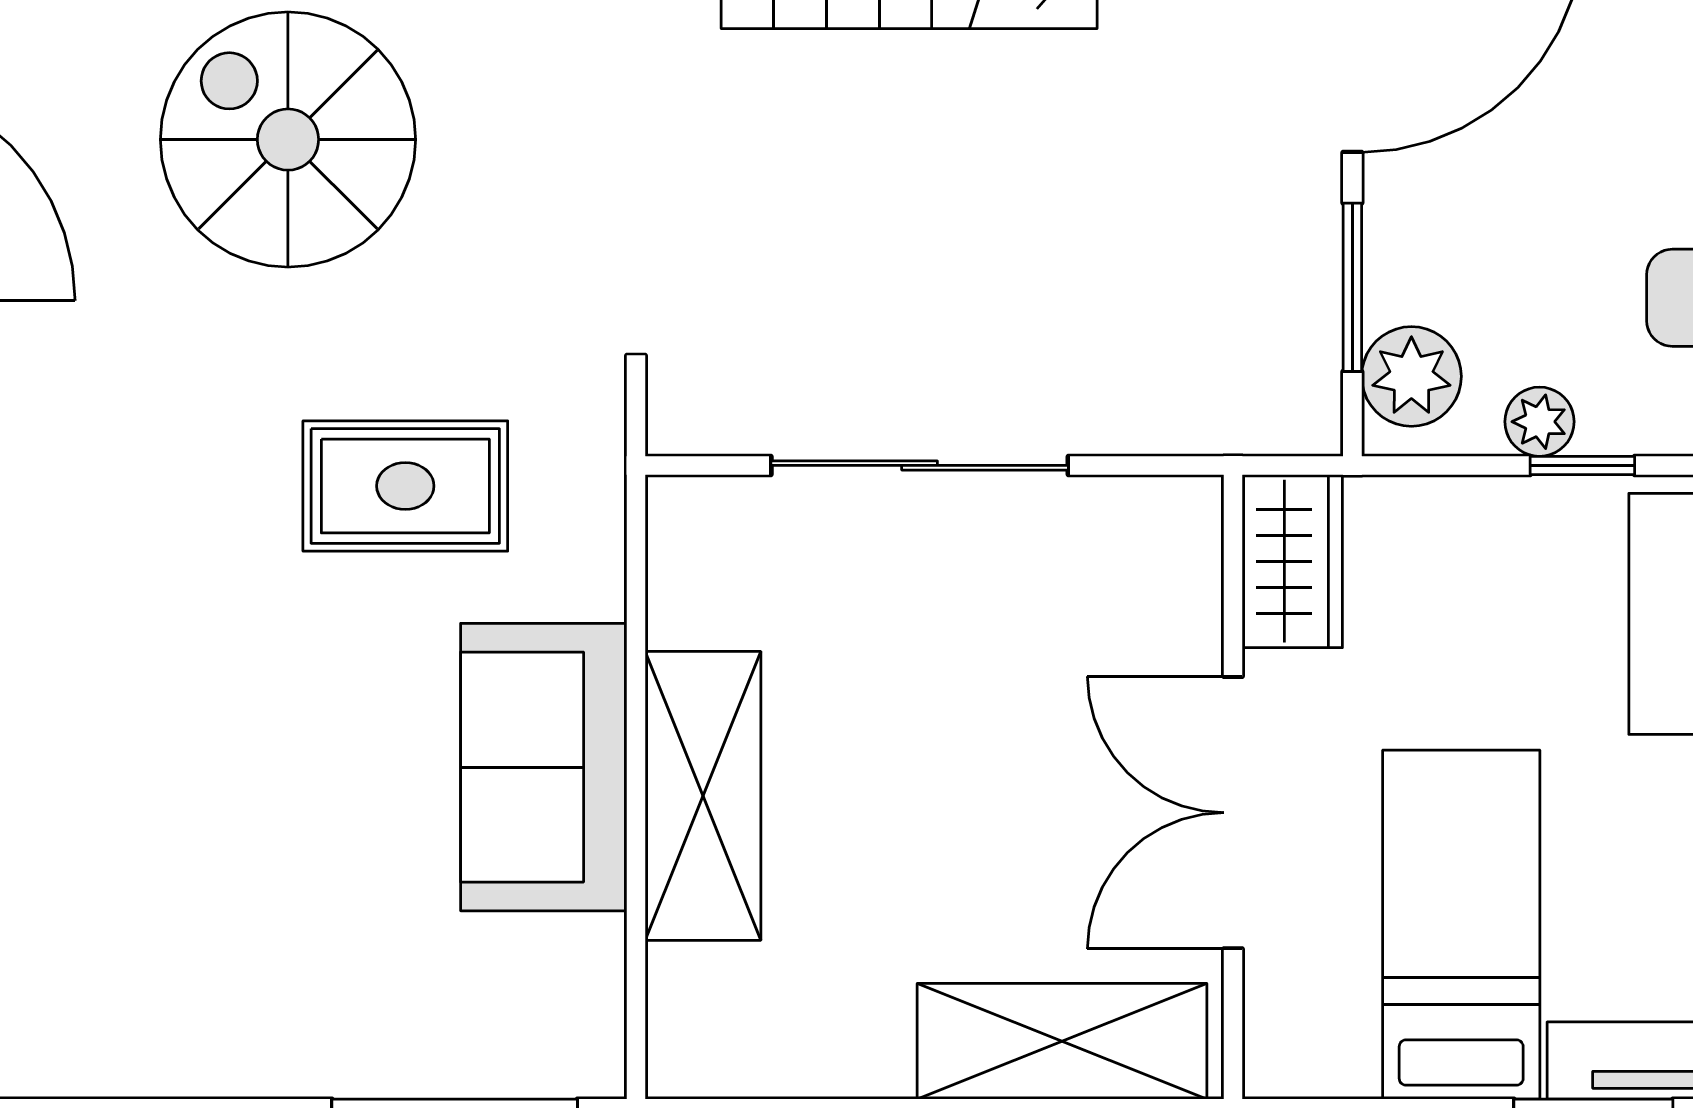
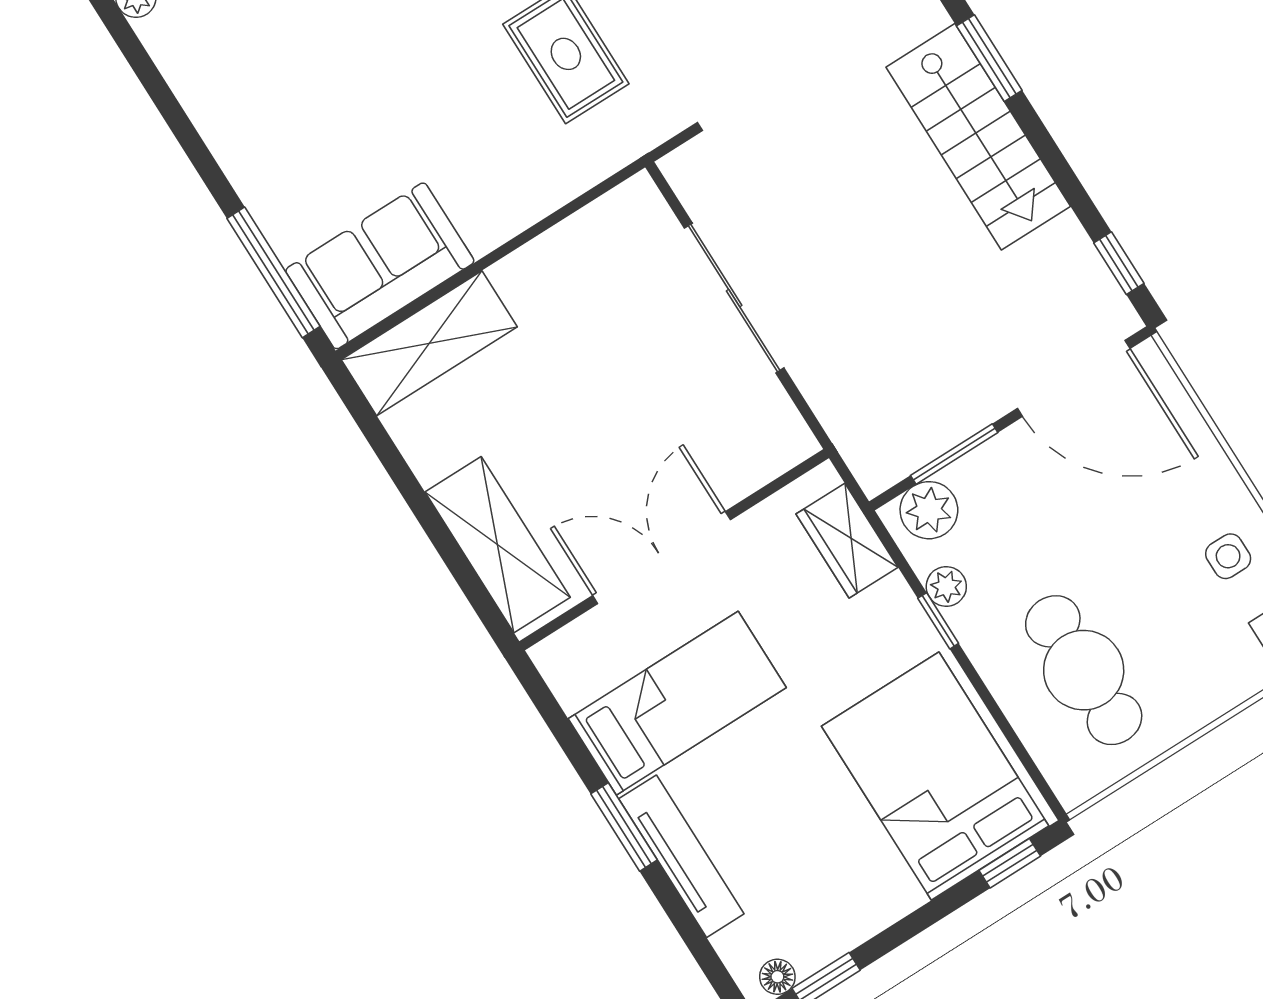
wardrobe: (1292, 561) -> (847, 541), moved, turned 90
sofa: (544, 767) -> (380, 266), moved
shelving: (703, 796) -> (429, 343), moved

